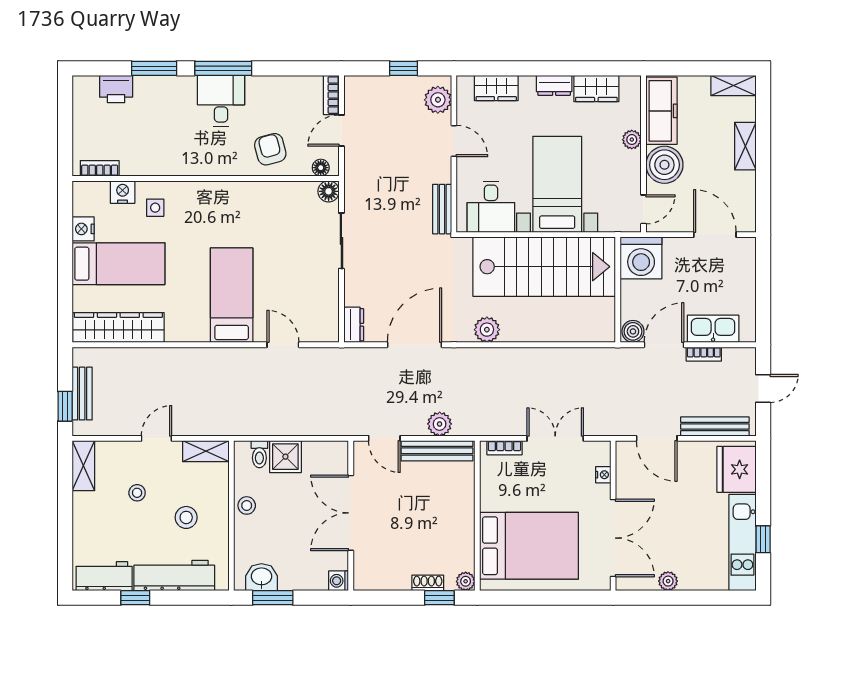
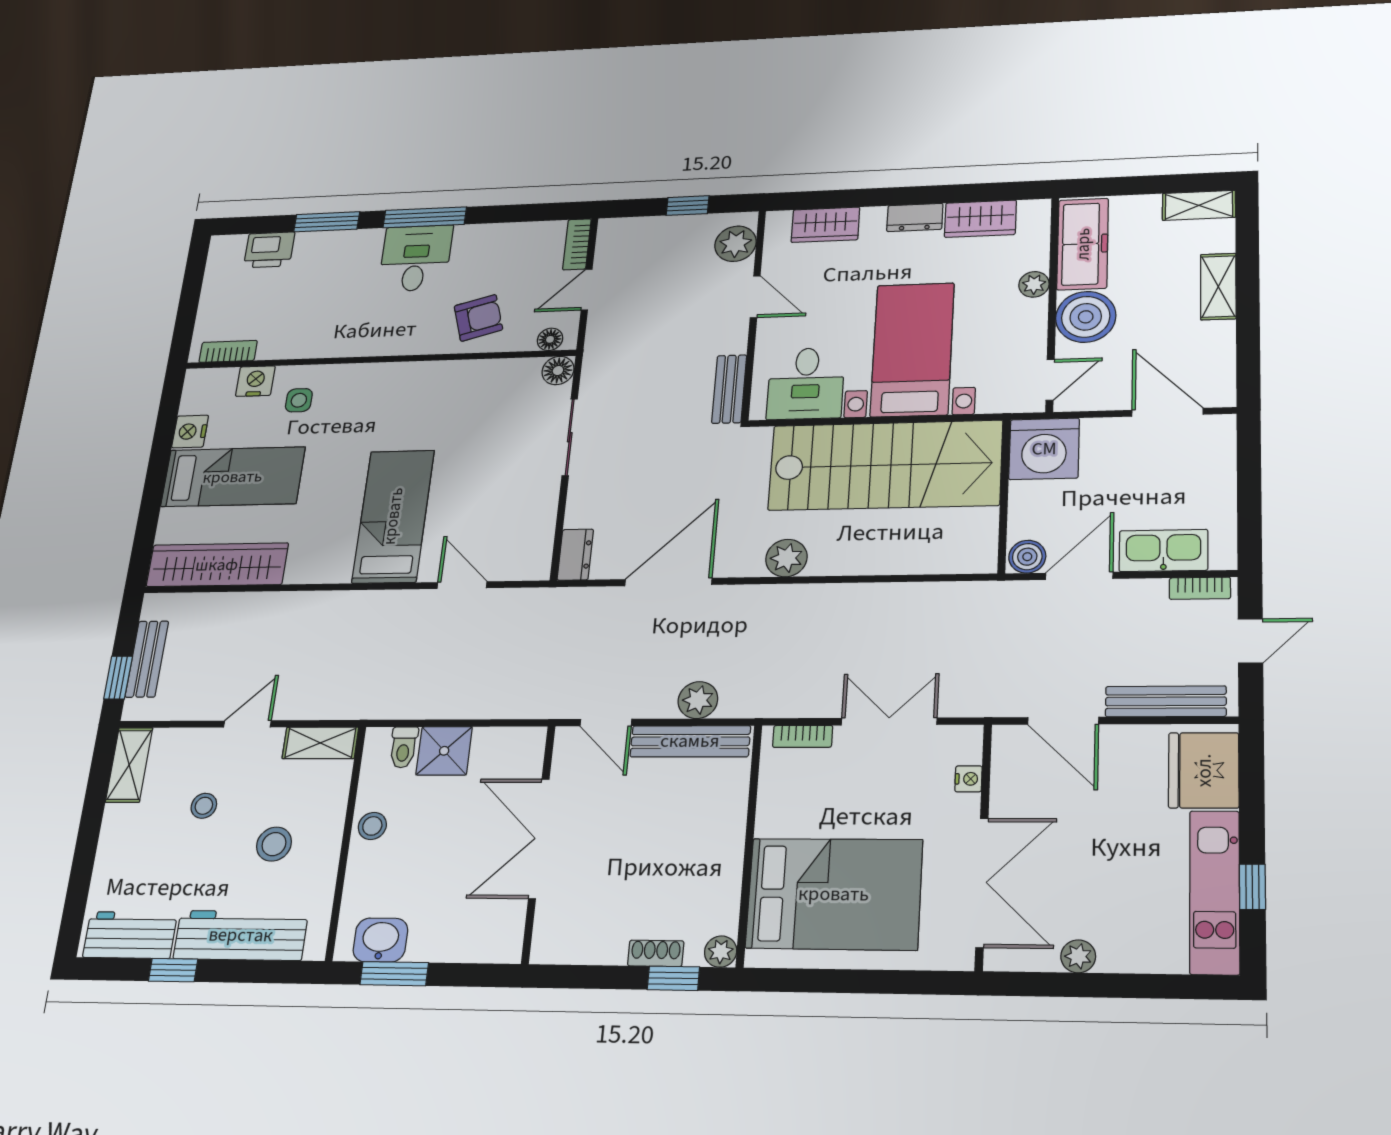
armchair: (270, 149) -> (478, 318), turned 89
bookcase: (704, 354) -> (1200, 588), moved
washing machine: (339, 581) -> (506, 948), removed

